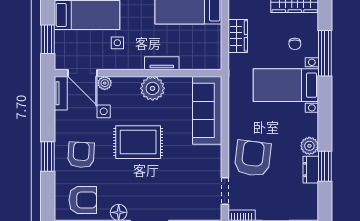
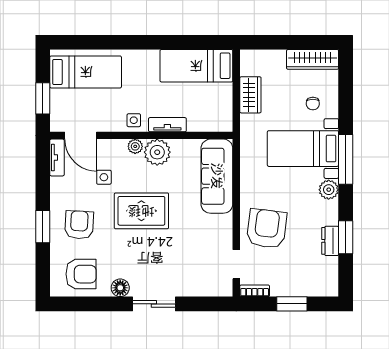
side table: (117, 43) -> (134, 120), moved
window: (325, 53) -> (346, 159), moved
plant: (105, 83) -> (135, 146), moved
plant: (309, 146) -> (329, 190), moved

